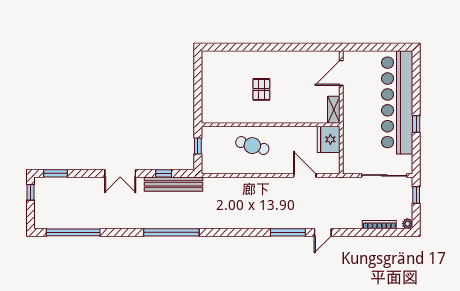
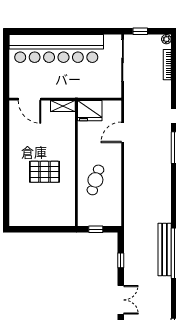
pallet: (261, 89) -> (45, 172), width x1.50, depth x1.42
window: (416, 124) -> (76, 31), removed
bench: (173, 184) -> (165, 249), moved

